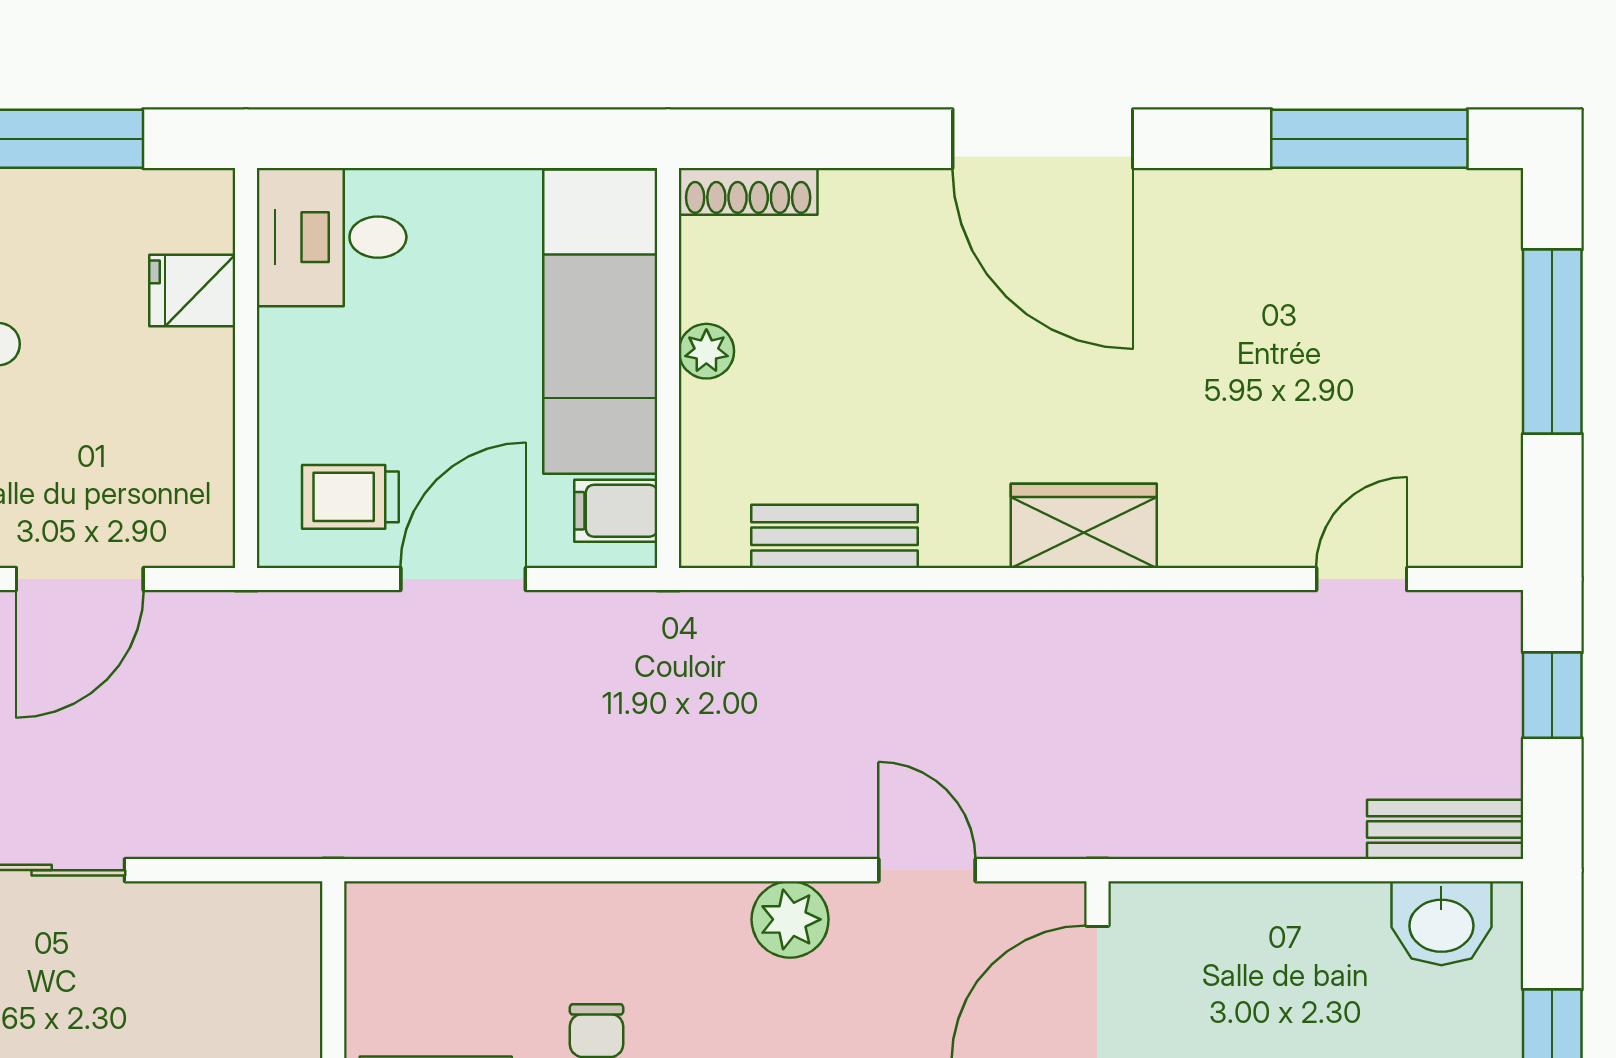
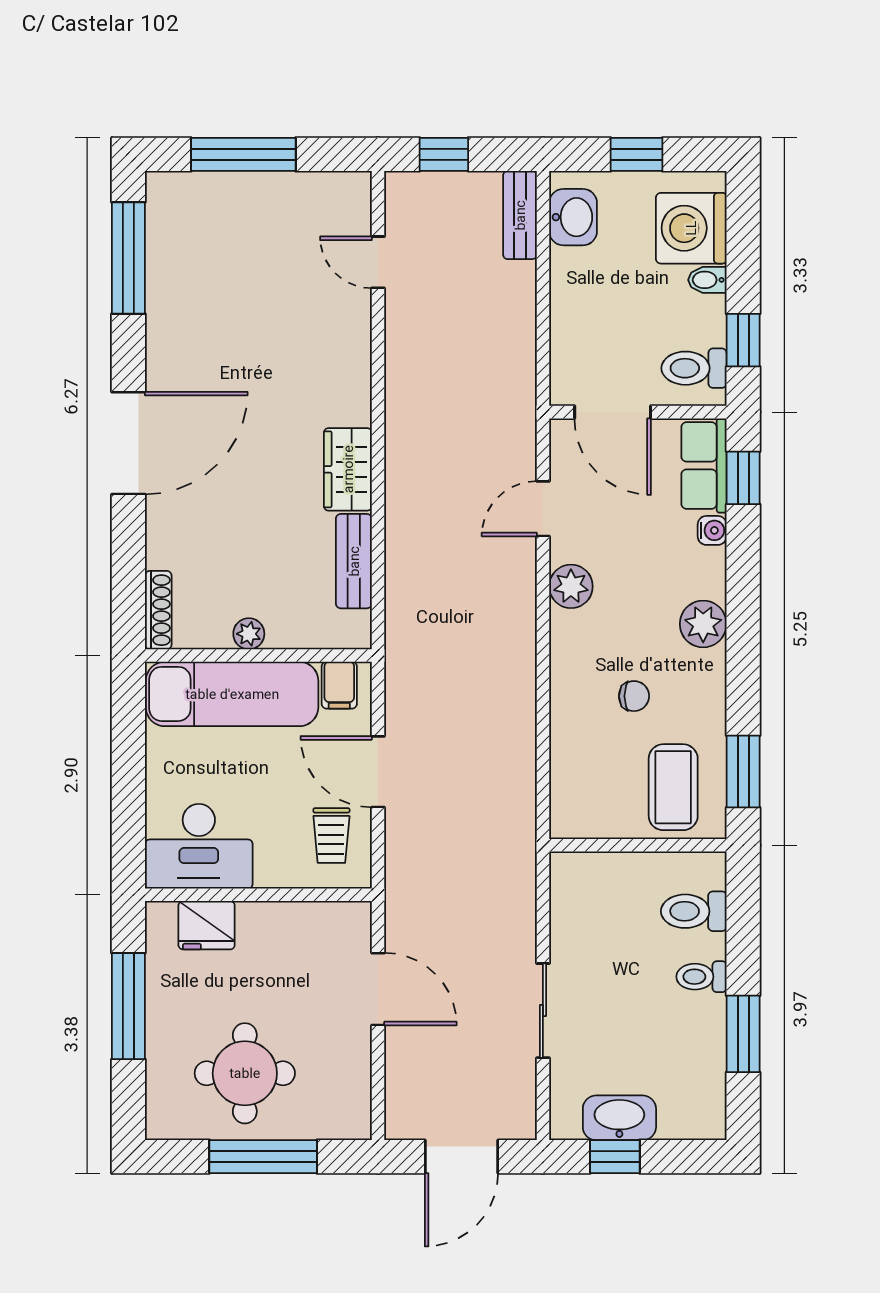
desk: (332, 237) -> (199, 846), width x1.37
fridge: (192, 290) -> (207, 925), width x1.38
wardrobe: (1084, 526) -> (348, 469), moved

